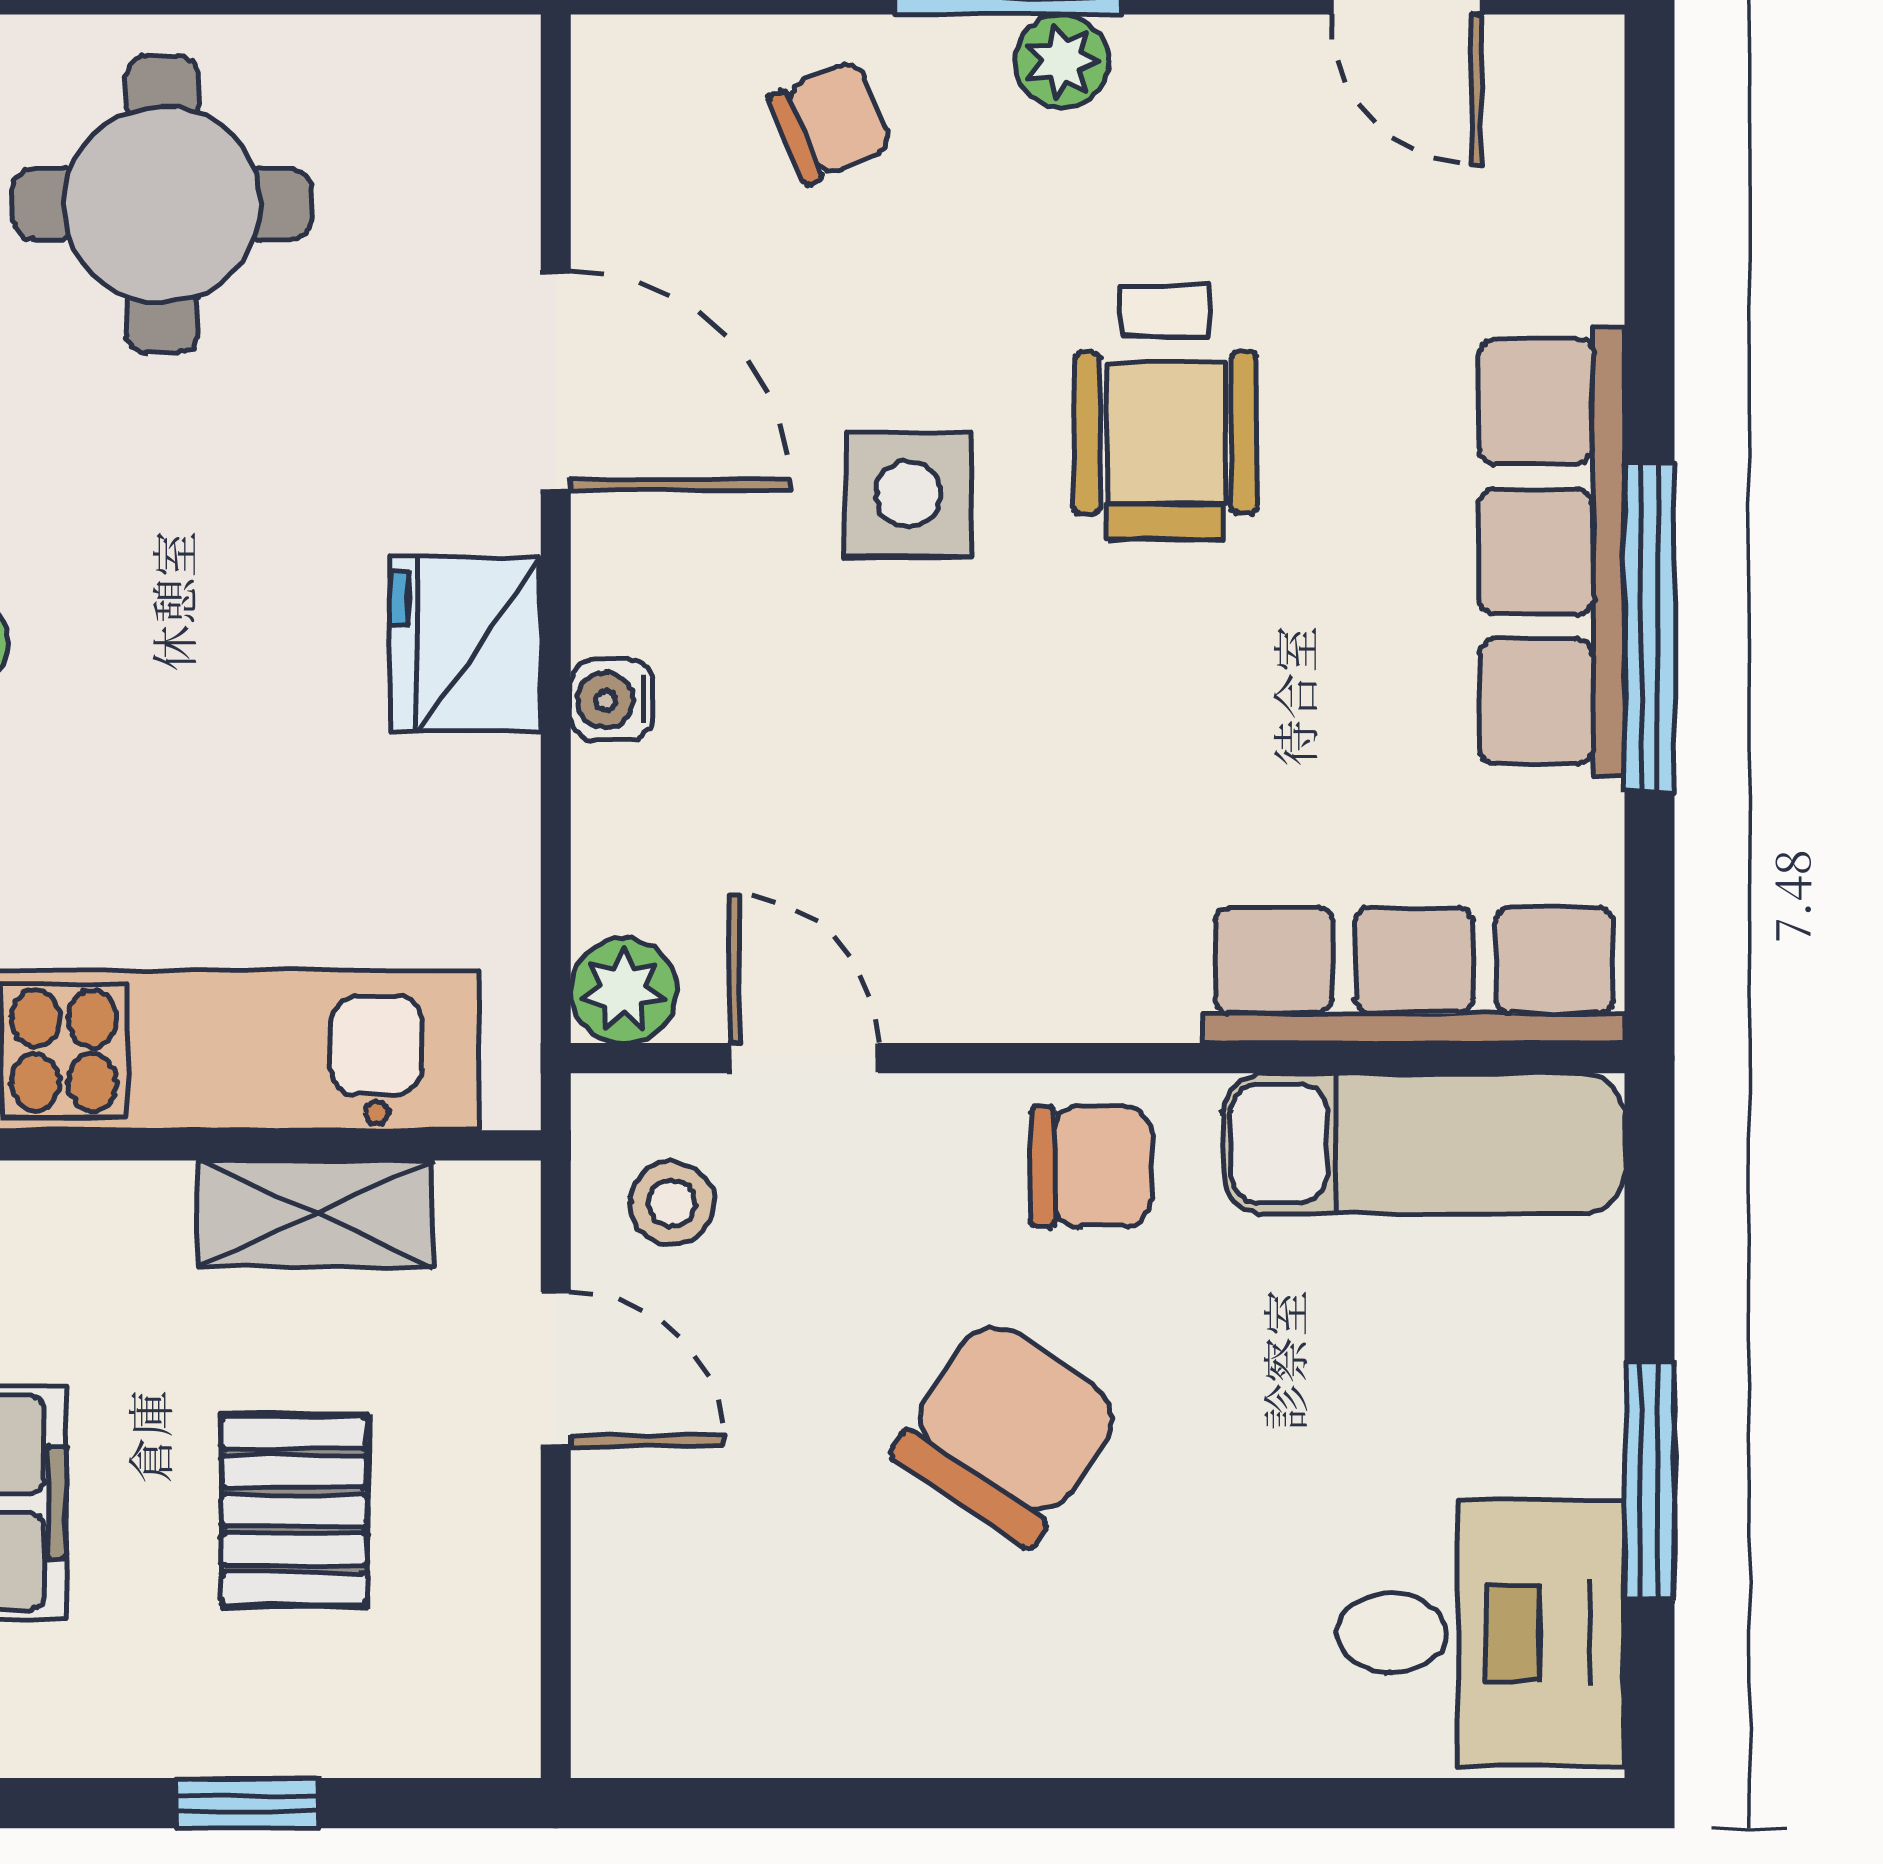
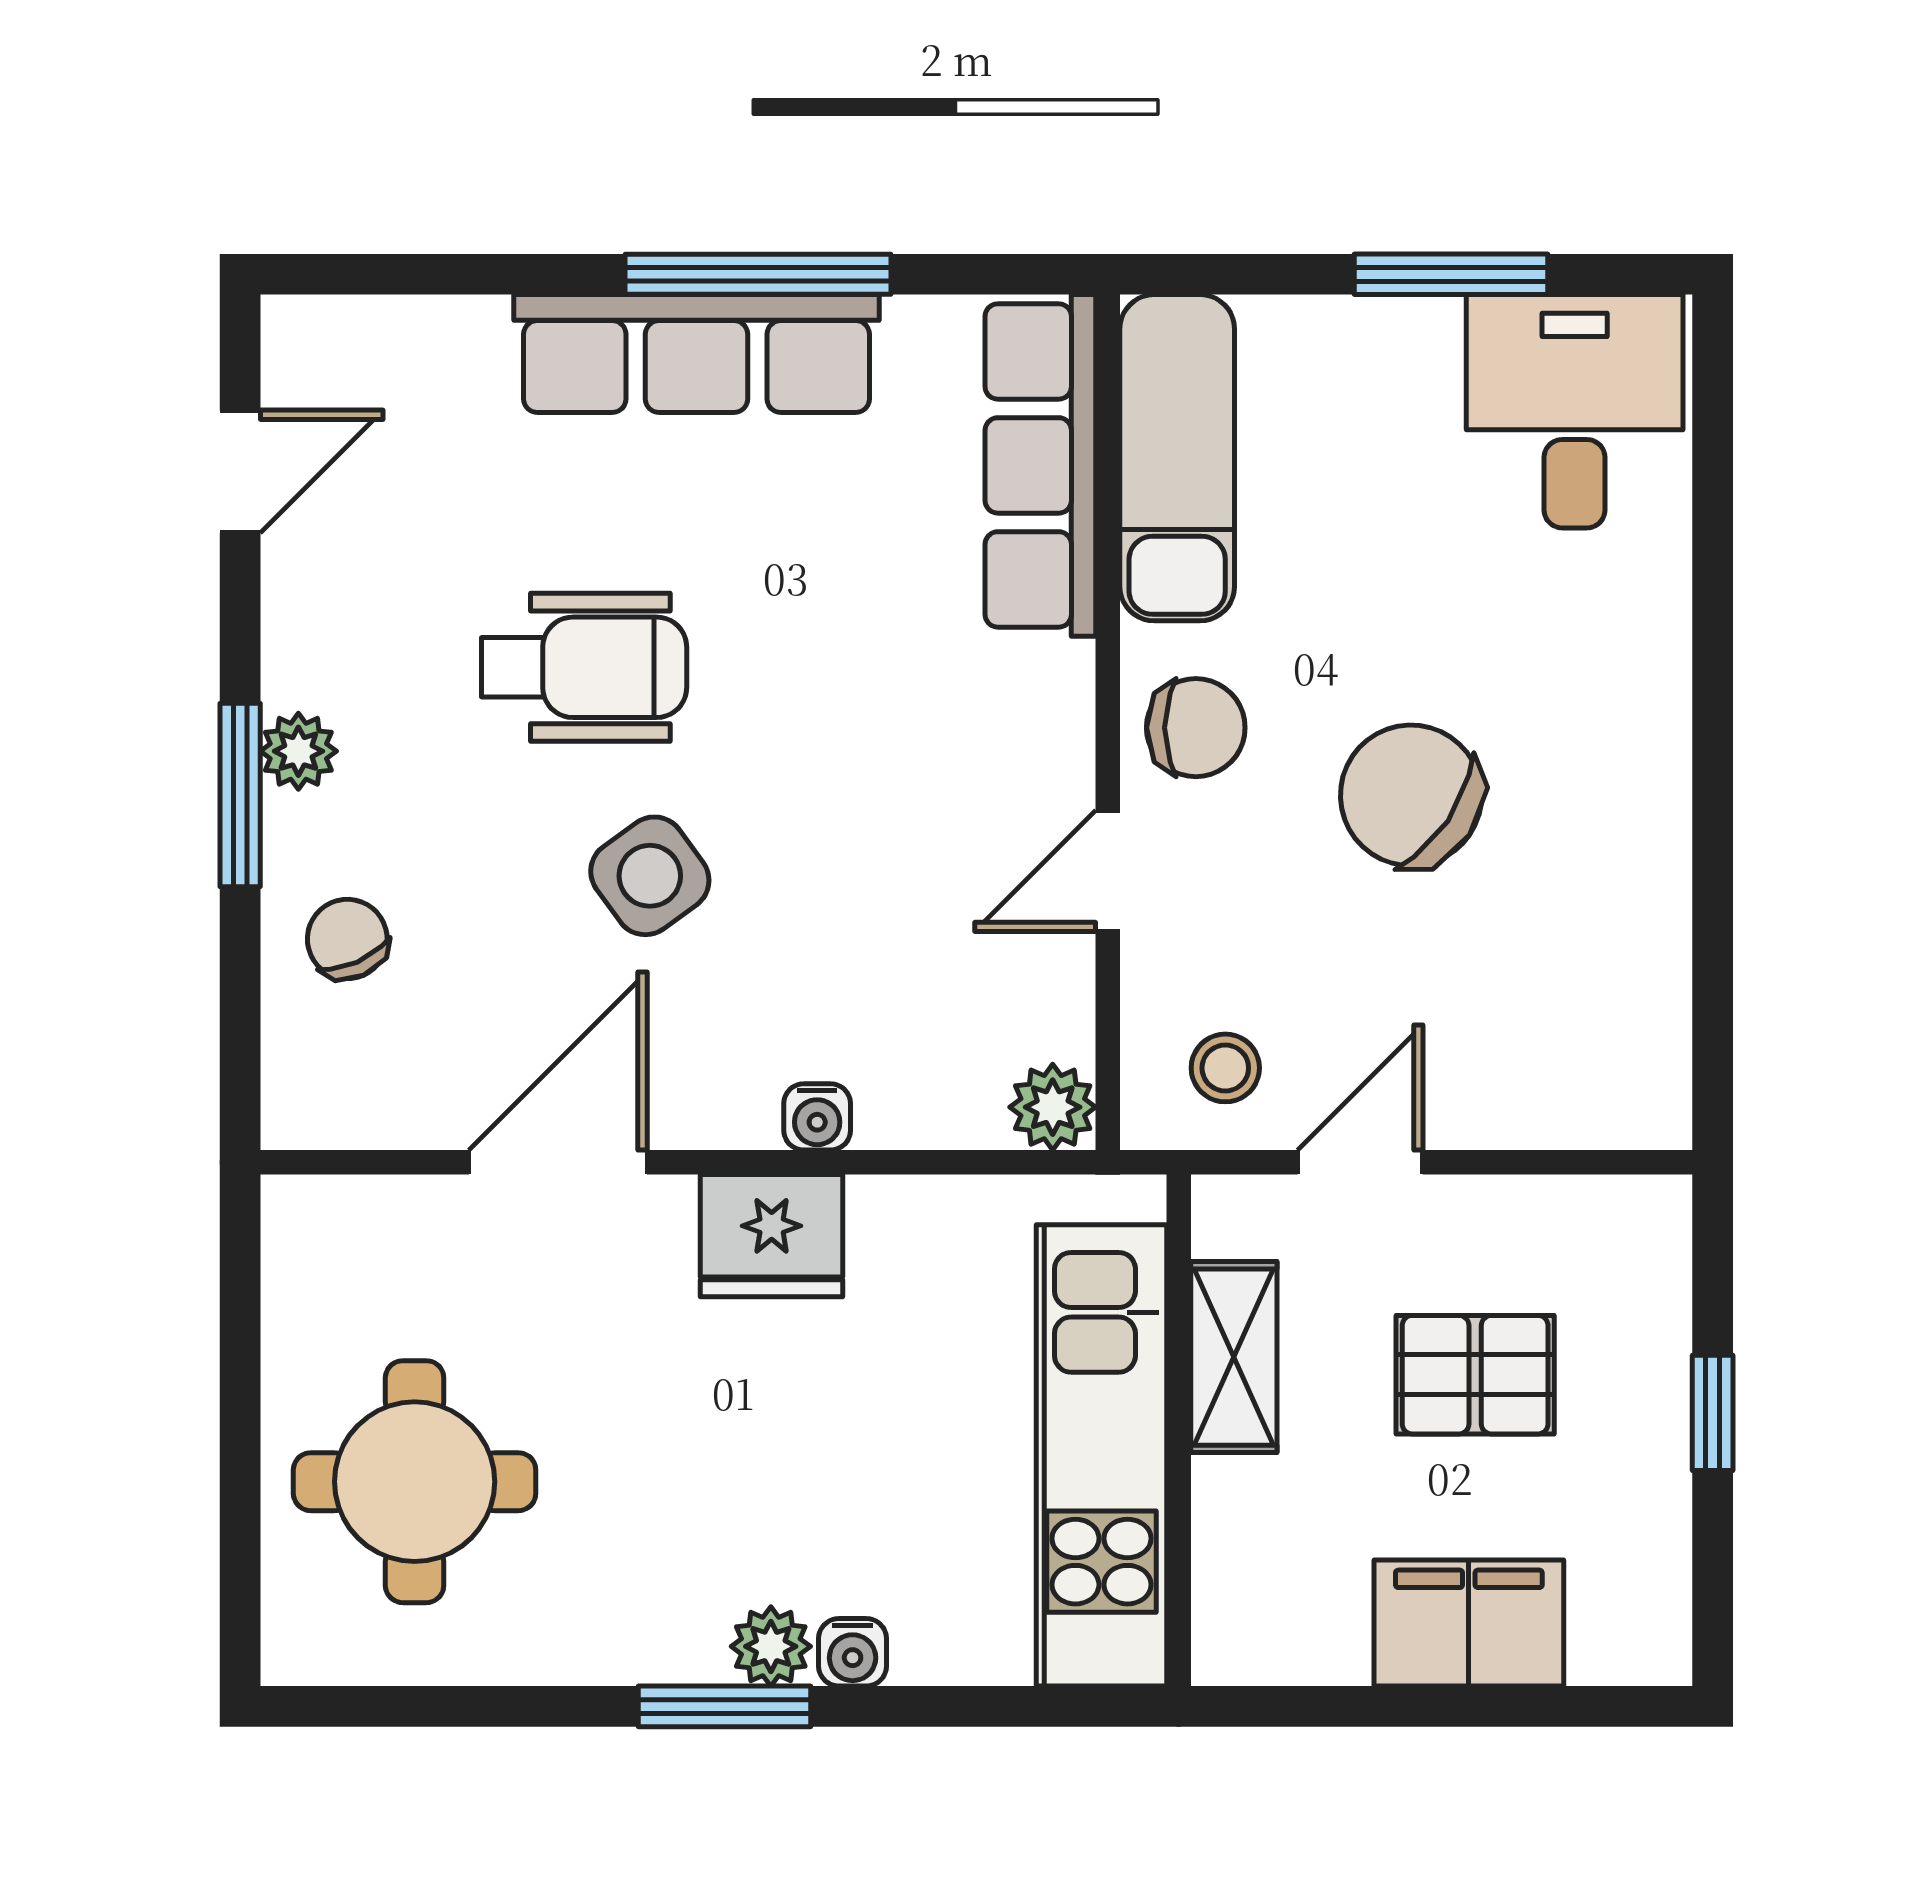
side table: (909, 494) -> (650, 876), turned -36
door: (803, 1058) -> (1108, 871), moved
chair: (1091, 1167) -> (1196, 728), turned 90

